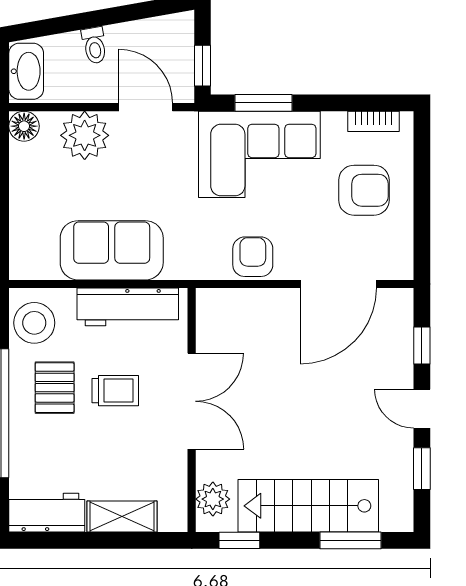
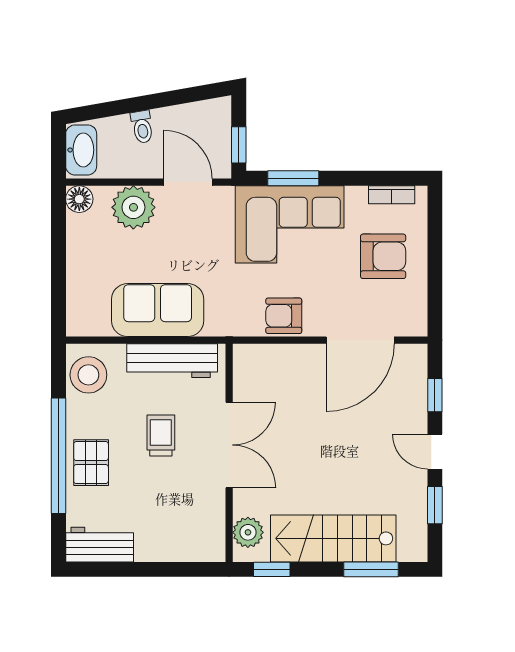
armchair: (253, 257) -> (284, 316), turned -90
pallet: (55, 388) -> (91, 463), moved
trolley: (115, 391) -> (161, 435), turned -90
shelving: (122, 517) -> (167, 548), removed

